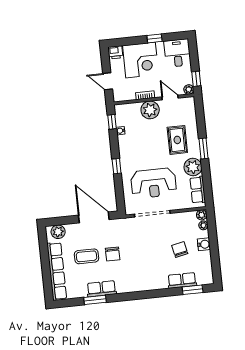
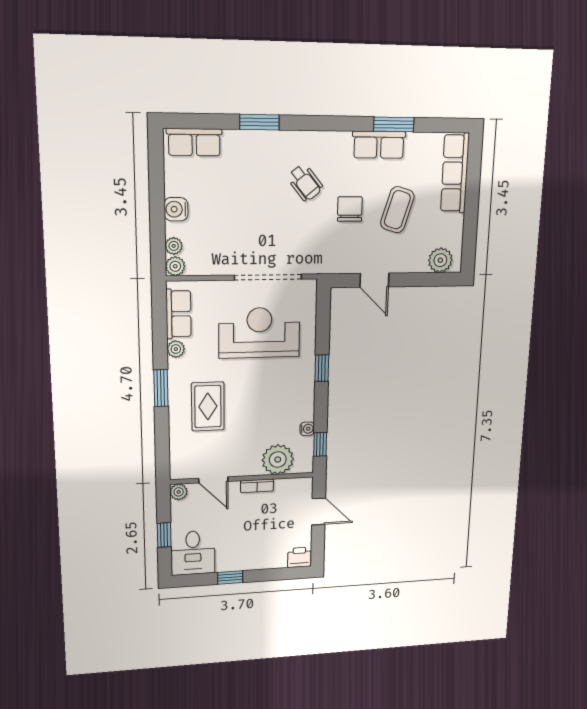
corner desk: (141, 60) -> (258, 544), removed
window: (196, 79) -> (164, 535), moved
plant: (150, 110) -> (278, 460), moved
plant: (193, 167) -> (176, 349), width x0.53, depth x0.53
door: (94, 217) -> (374, 280), width x0.53
chair: (180, 250) -> (223, 204), removed
coffee table: (87, 256) -> (397, 210), turned -73
wheelchair: (138, 265) -> (305, 183), added
row of seats: (57, 271) -> (455, 173), width x0.73
row of seats: (182, 280) -> (194, 142), moved
window: (193, 290) -> (260, 122), moved

